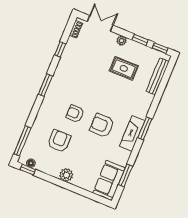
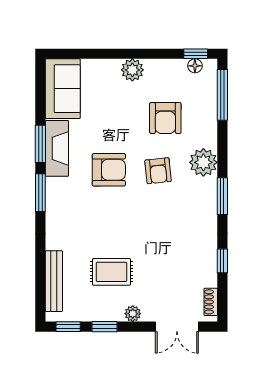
plant: (48, 108) -> (203, 162), added
armchair: (75, 114) -> (158, 171), turned 84
fireplace: (132, 133) -> (57, 148), moved
window: (125, 175) -> (40, 144), moved

